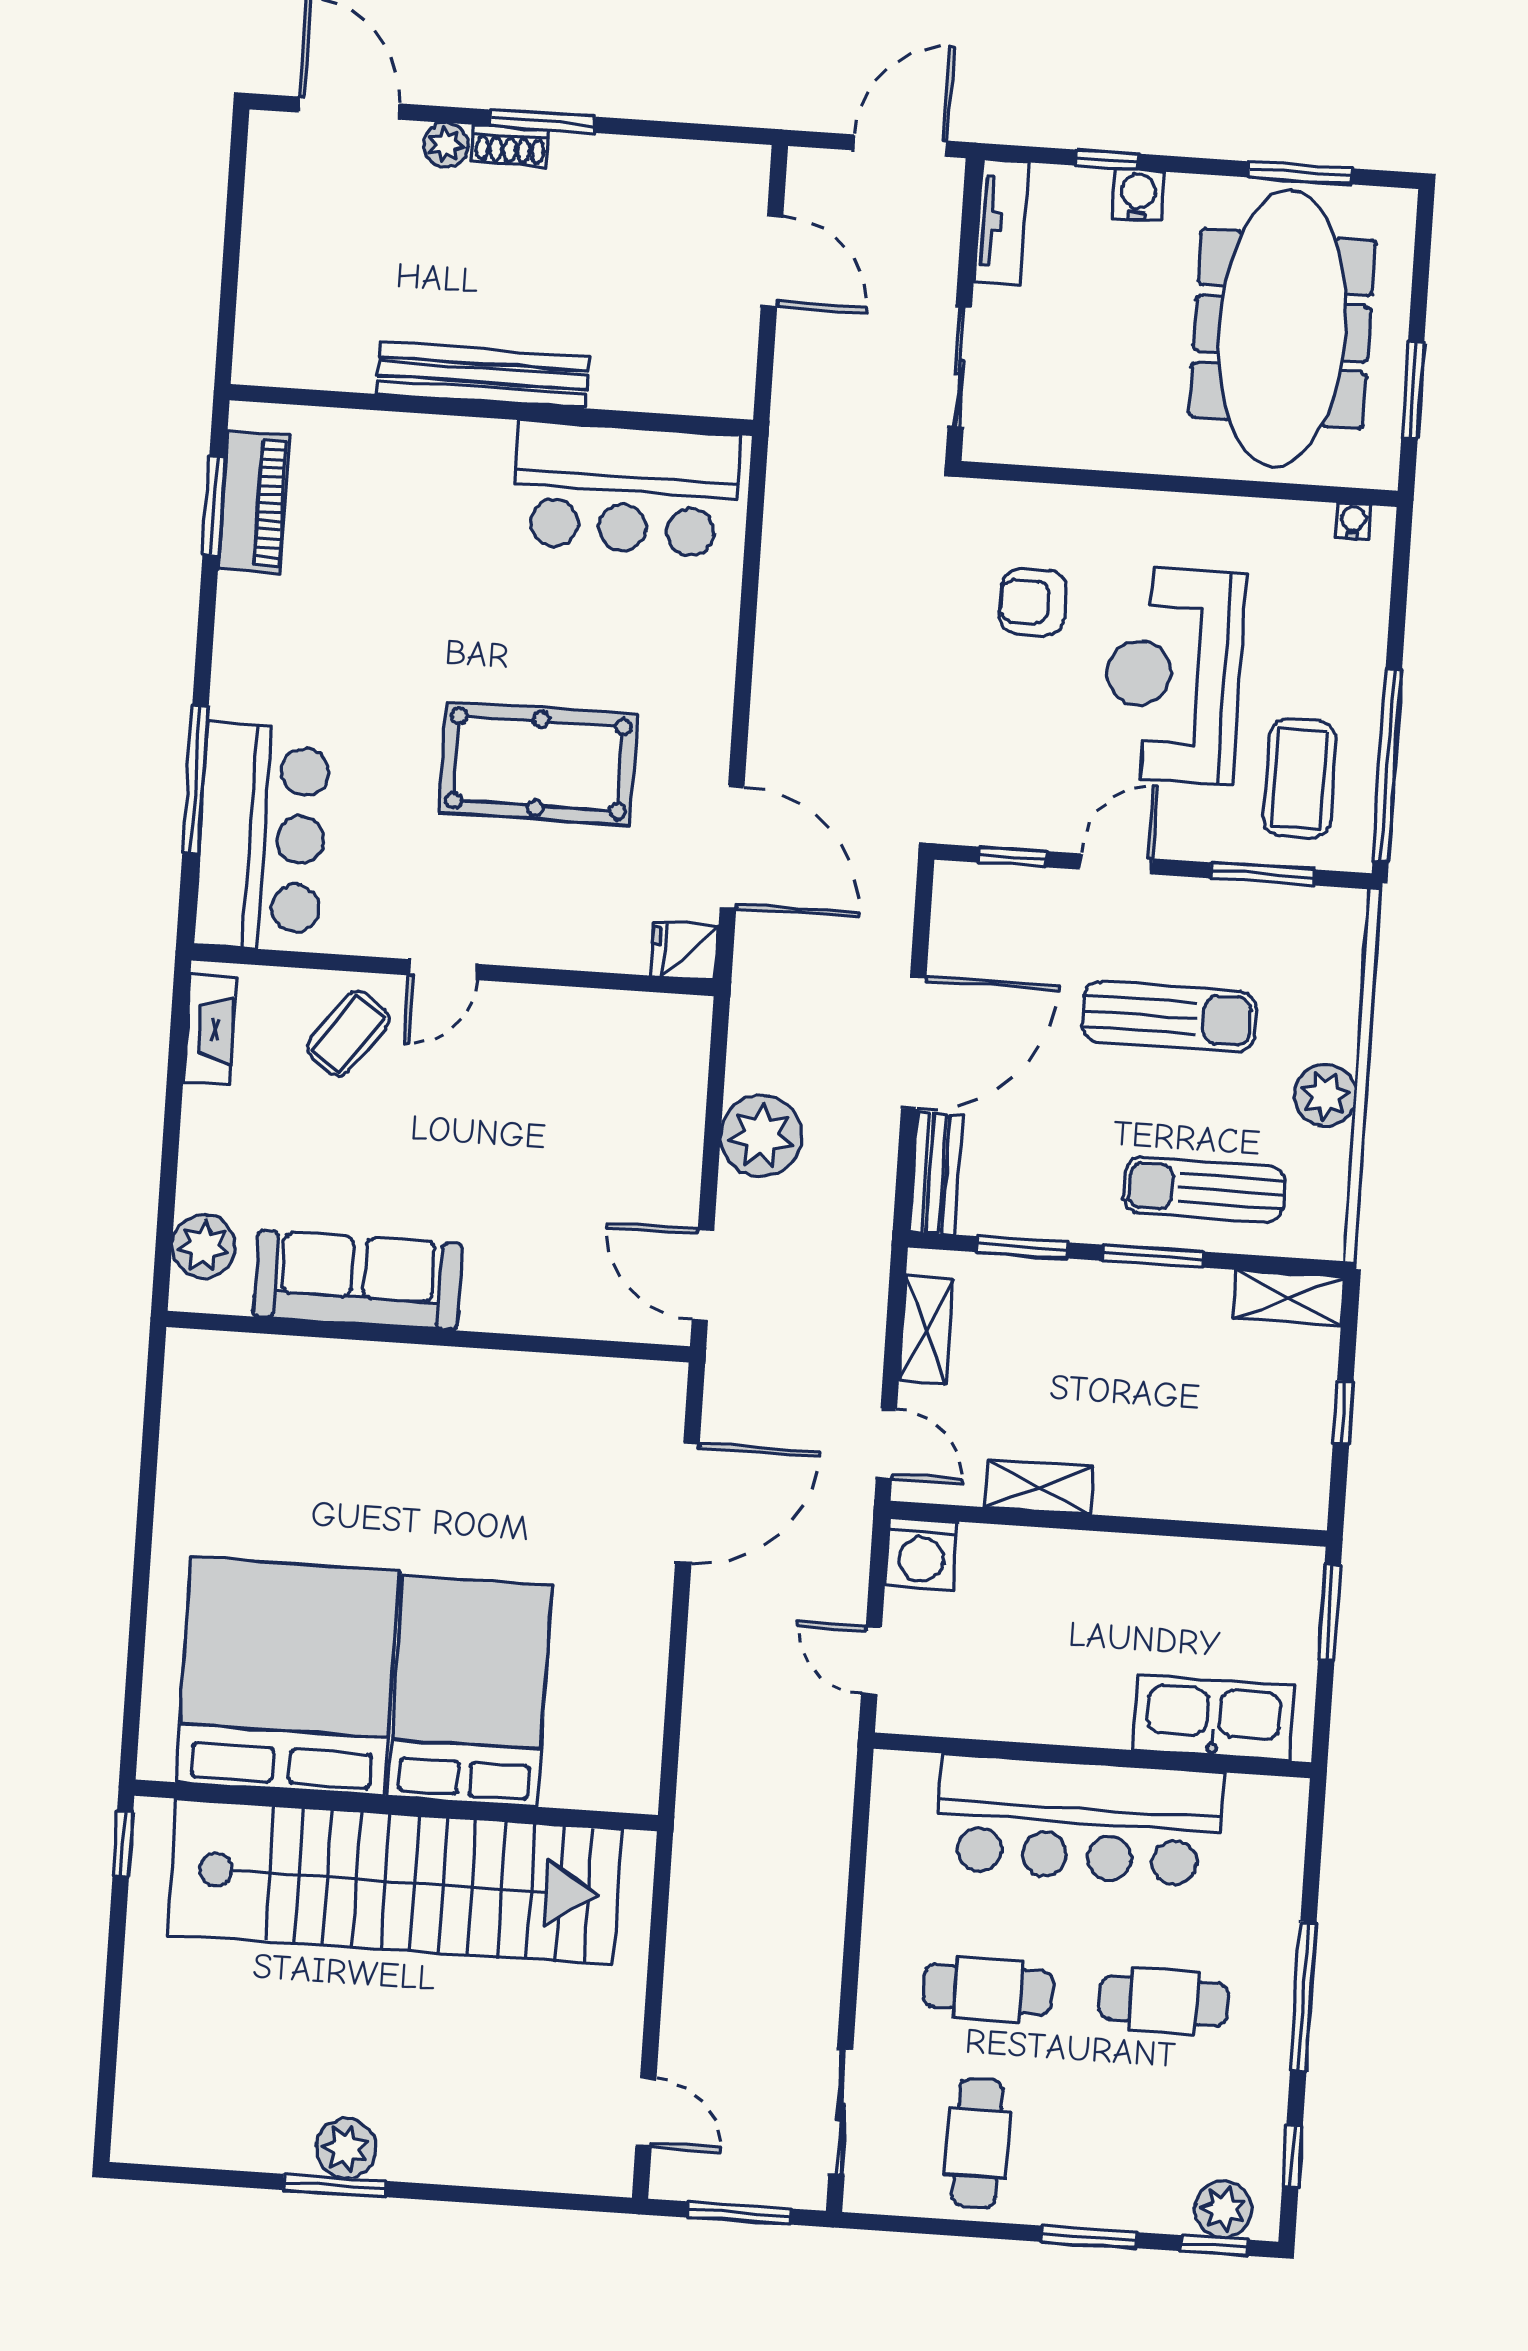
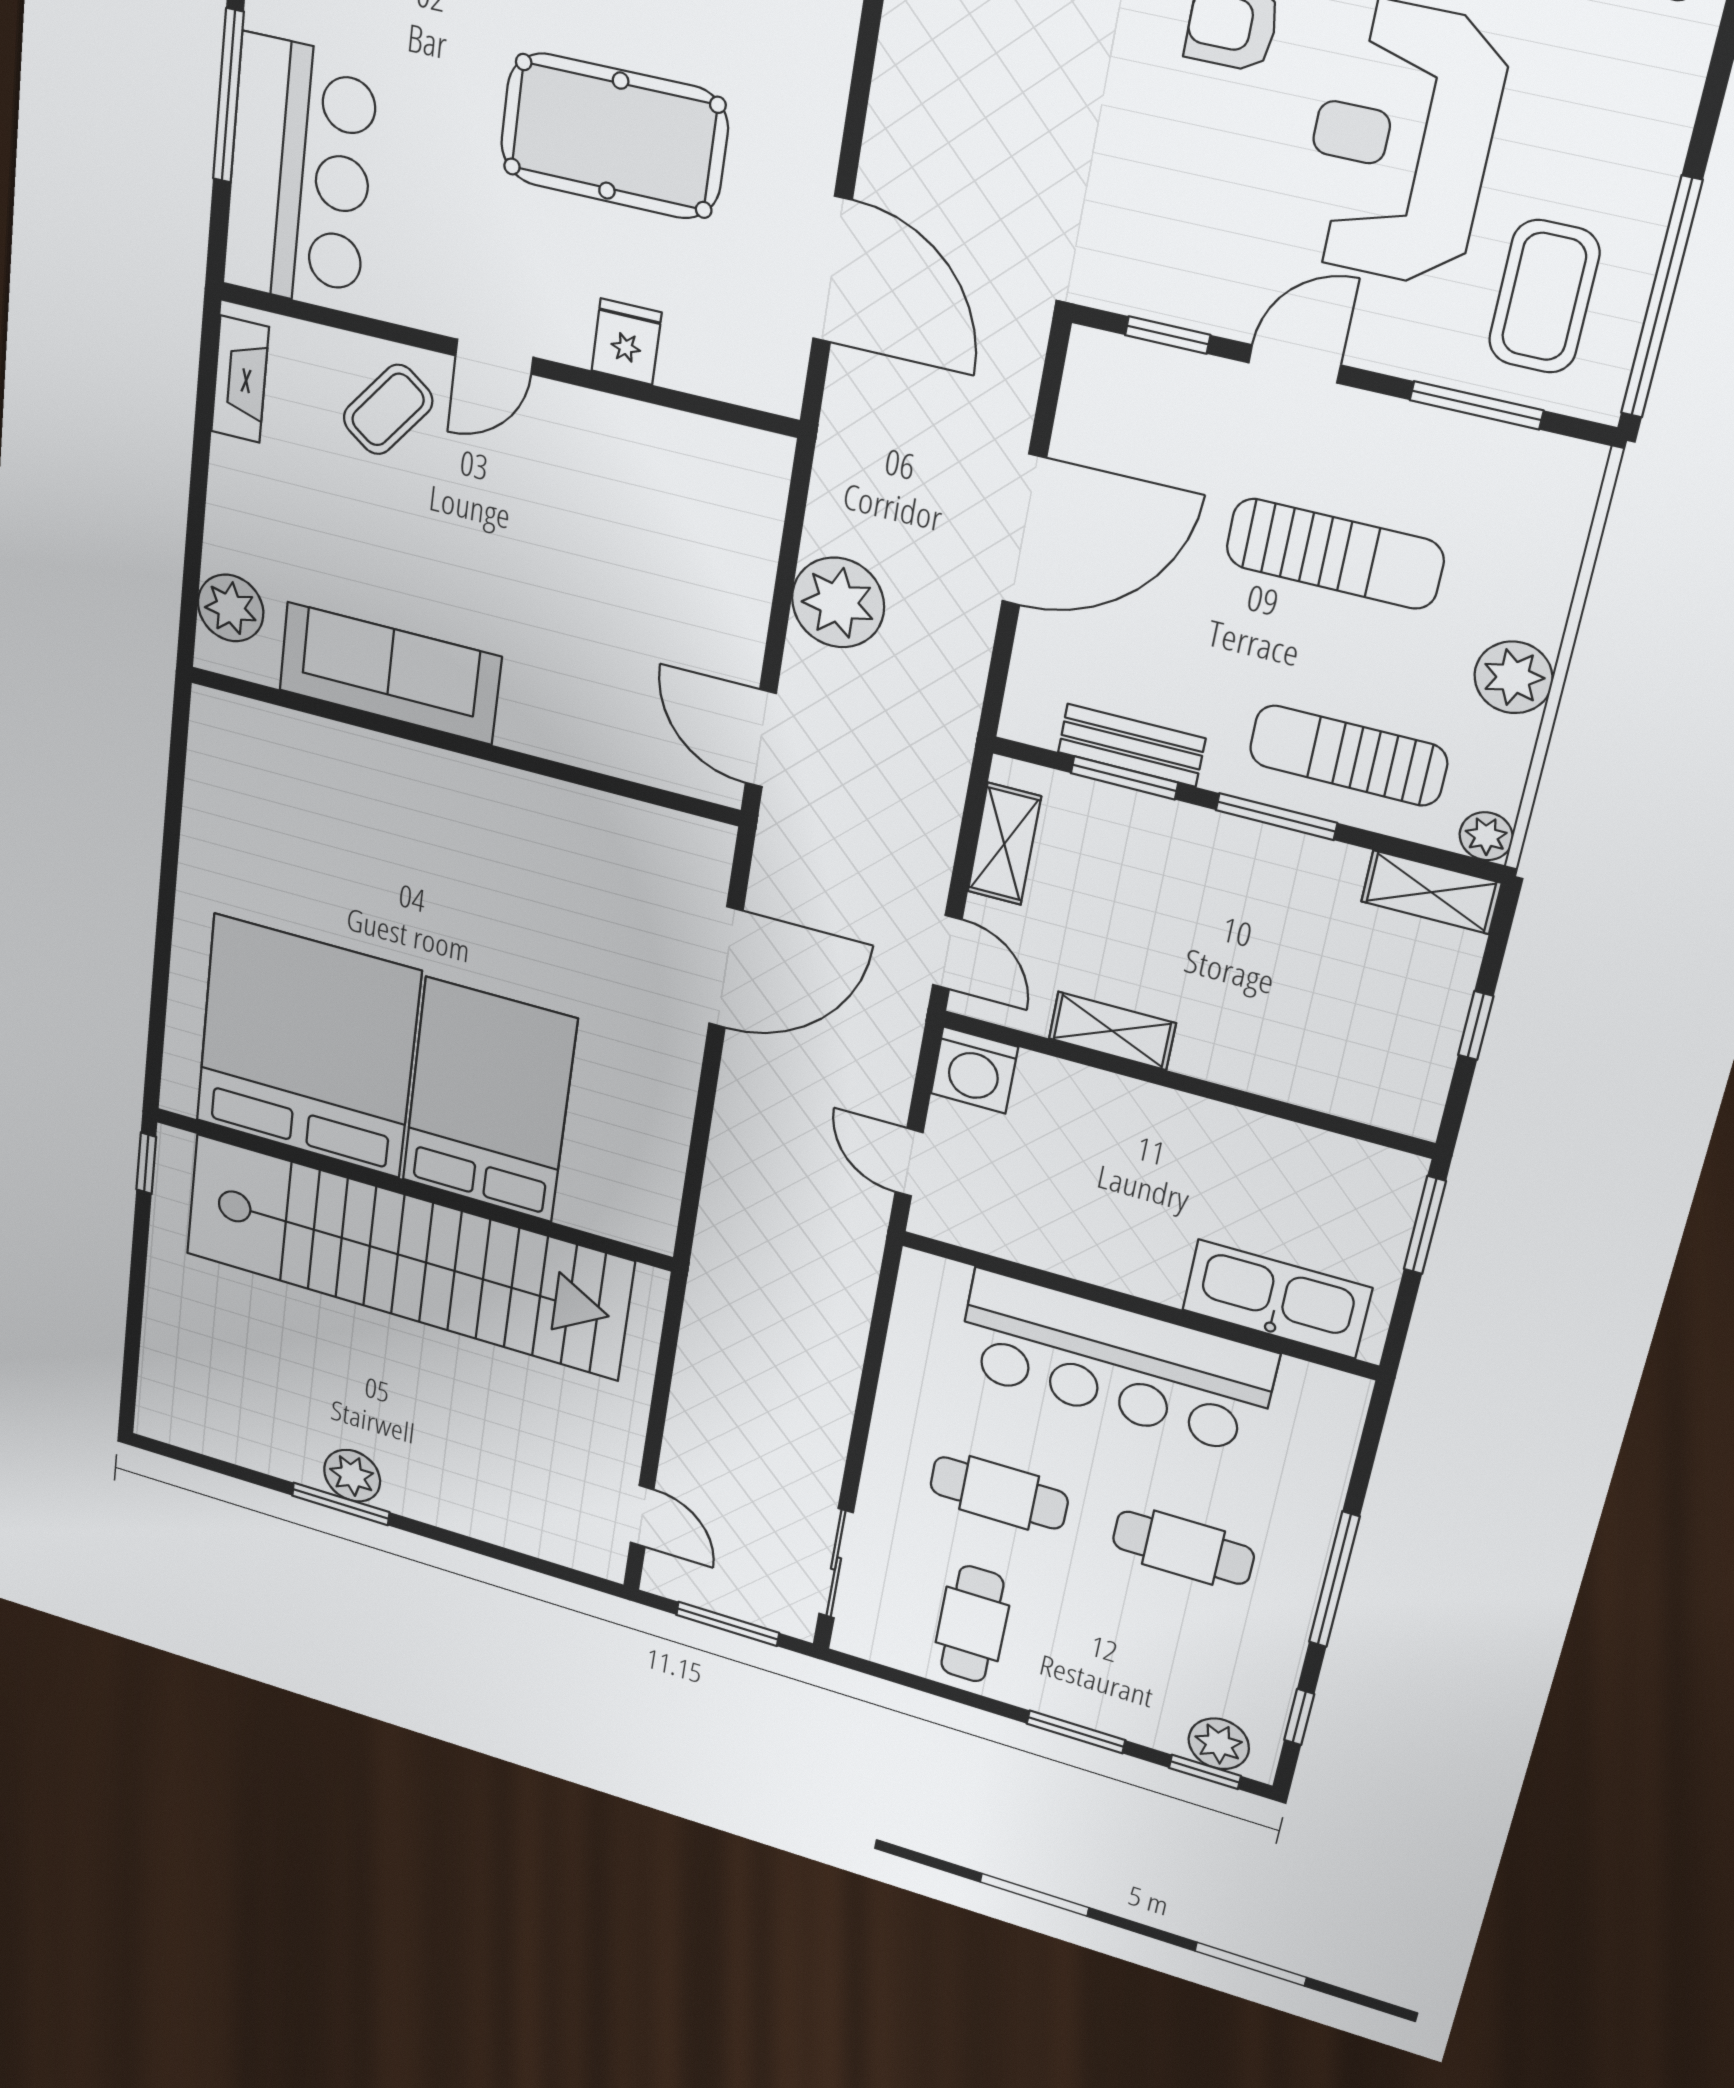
fridge: (685, 951) -> (627, 342), moved, turned 90
bench: (936, 1173) -> (1132, 745), moved, turned 90
plant: (1325, 1238) -> (1486, 836), added

